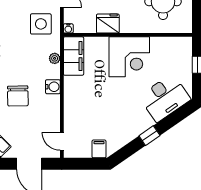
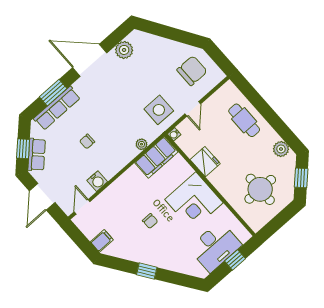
water cooler: (53, 87) -> (97, 181), moved
chair: (18, 96) -> (87, 141), width x0.54, depth x0.54
desk: (165, 98) -> (215, 247), moved, turned -55
chair: (116, 101) -> (150, 221), added

